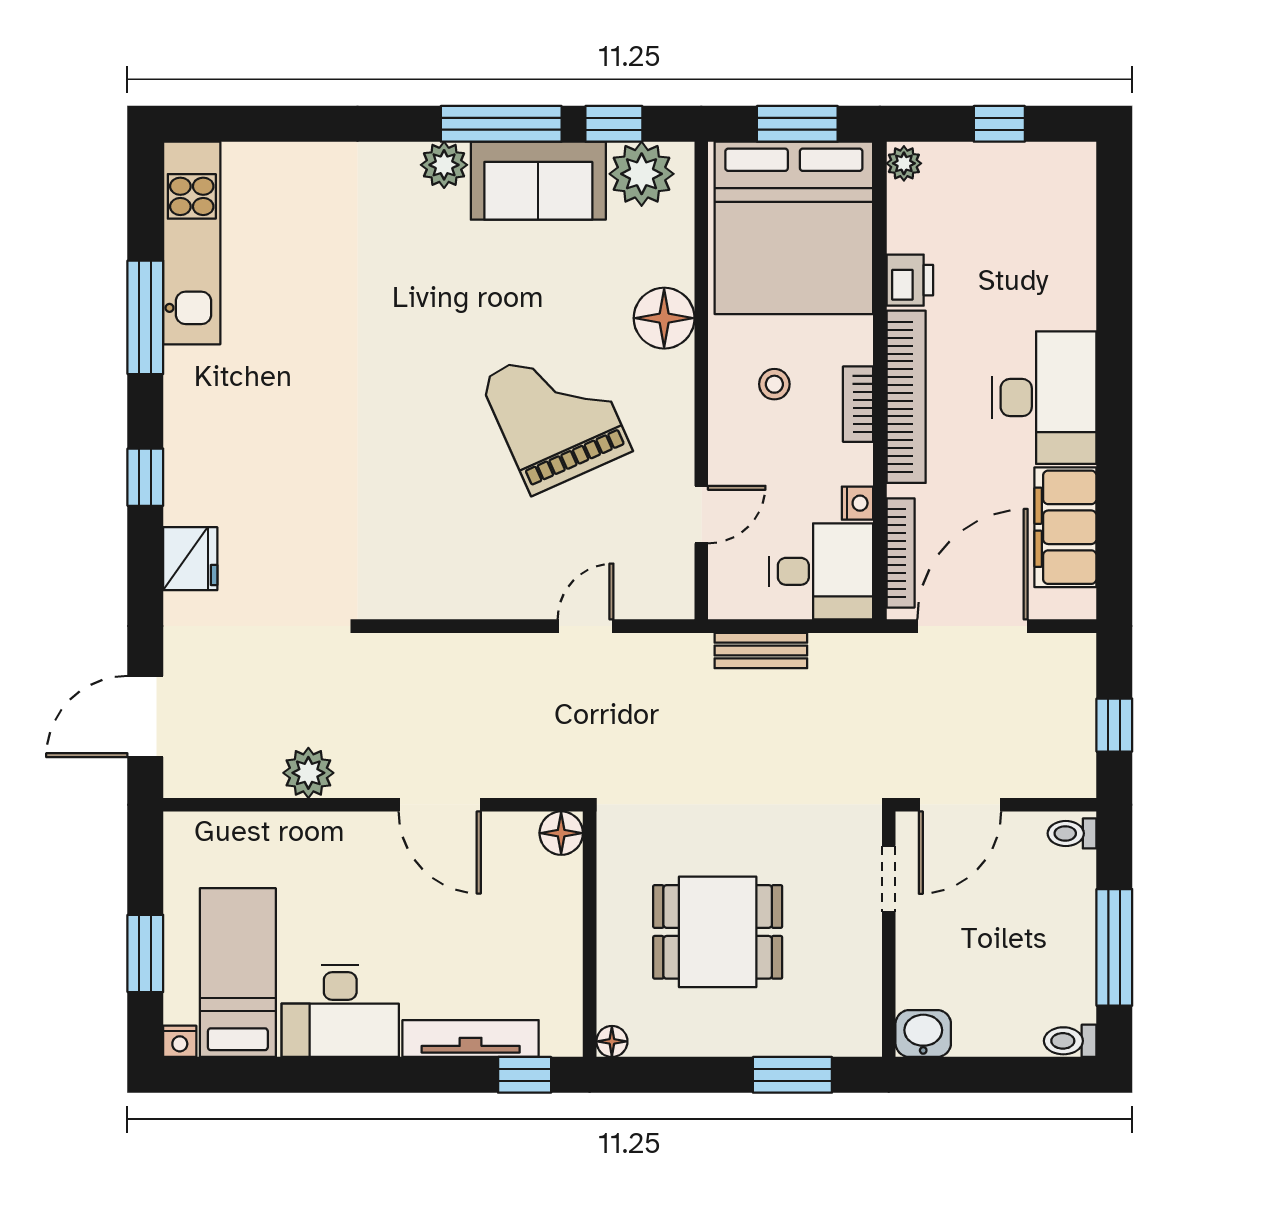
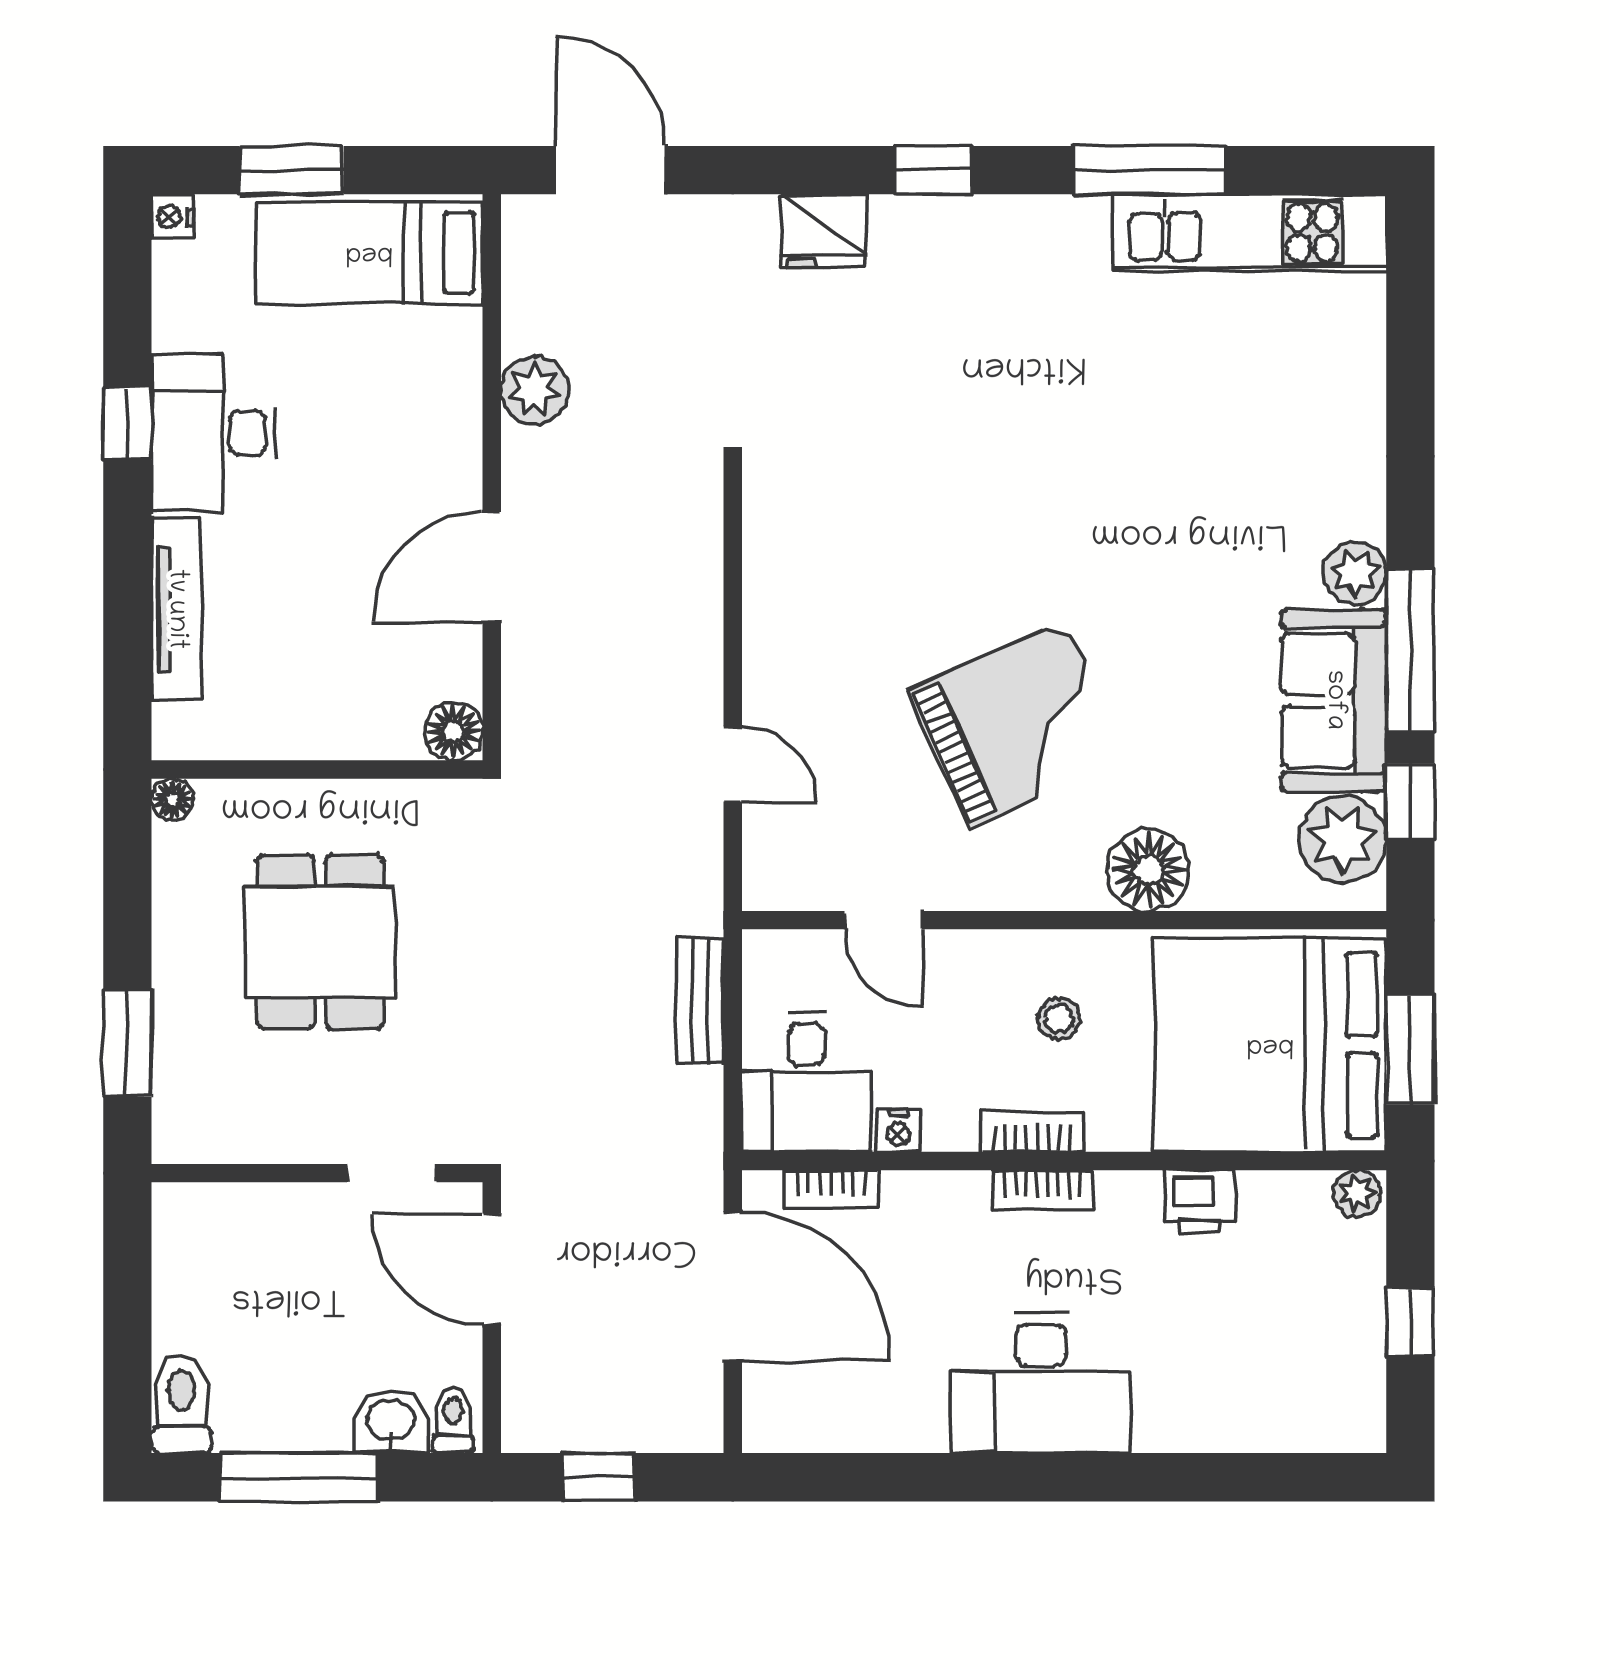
bookcase: (906, 397) -> (1042, 1190), width x0.43, depth x0.76
filing cabinet: (1065, 527) -> (866, 1411), removed
bookcase: (901, 553) -> (831, 1189), width x0.64
bed: (238, 973) -> (369, 253), moved, turned 180
washbasin: (923, 1034) -> (391, 1421), moved, turned -90
toilet: (1070, 1041) -> (181, 1404), width x1.37, depth x1.39
window: (525, 1075) -> (127, 423), moved

